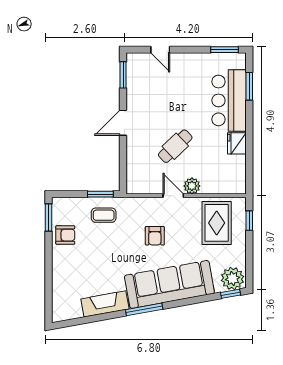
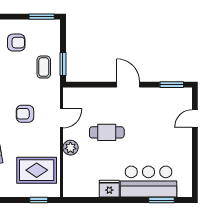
window: (225, 50) -> (195, 177), removed
cafe table: (175, 146) -> (107, 132), turned -46
door: (173, 196) -> (62, 118), moved
armchair: (65, 235) -> (16, 43), moved, turned -90

